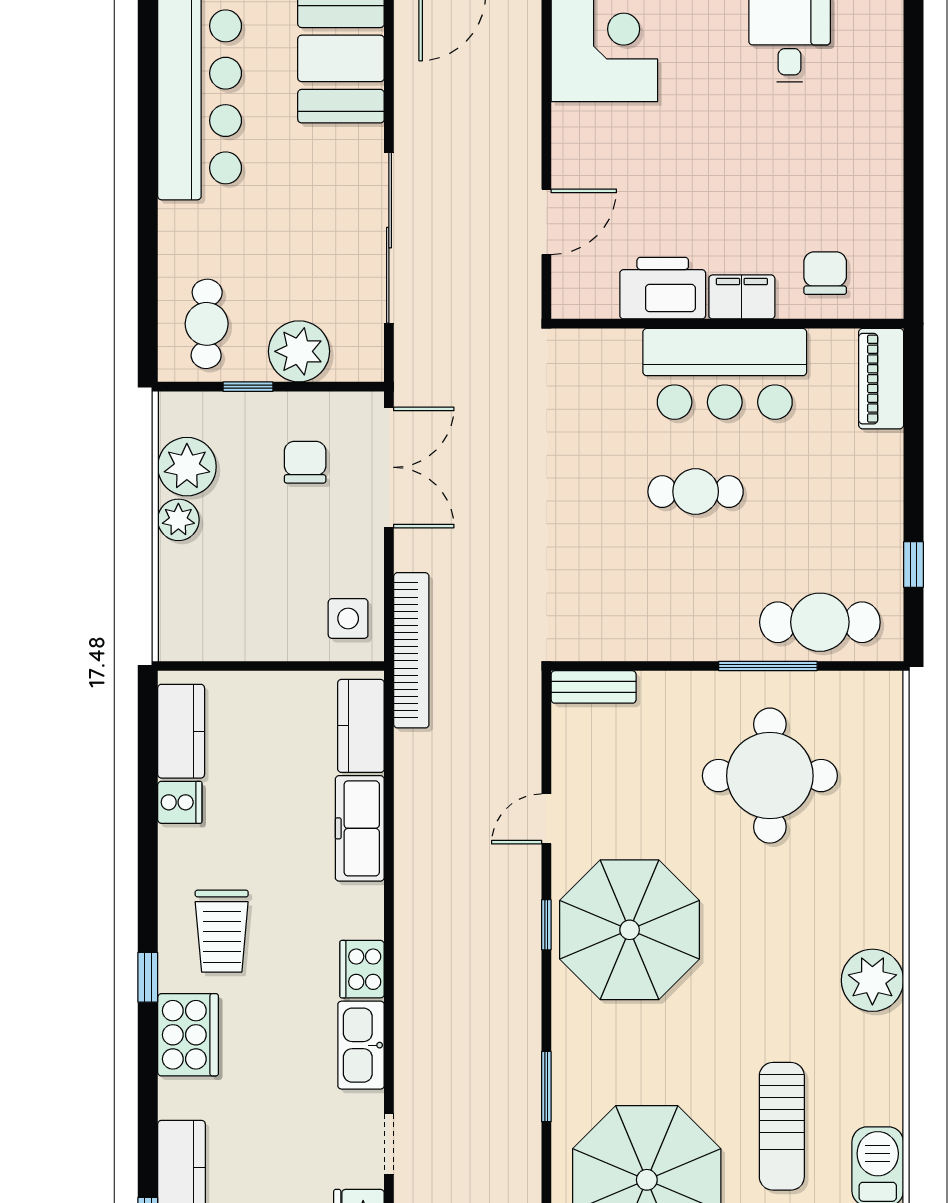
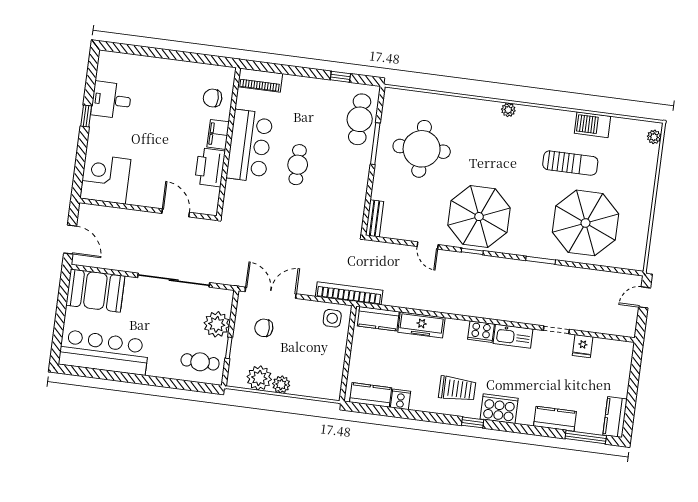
plant: (872, 980) -> (508, 110), width x0.53, depth x0.53

